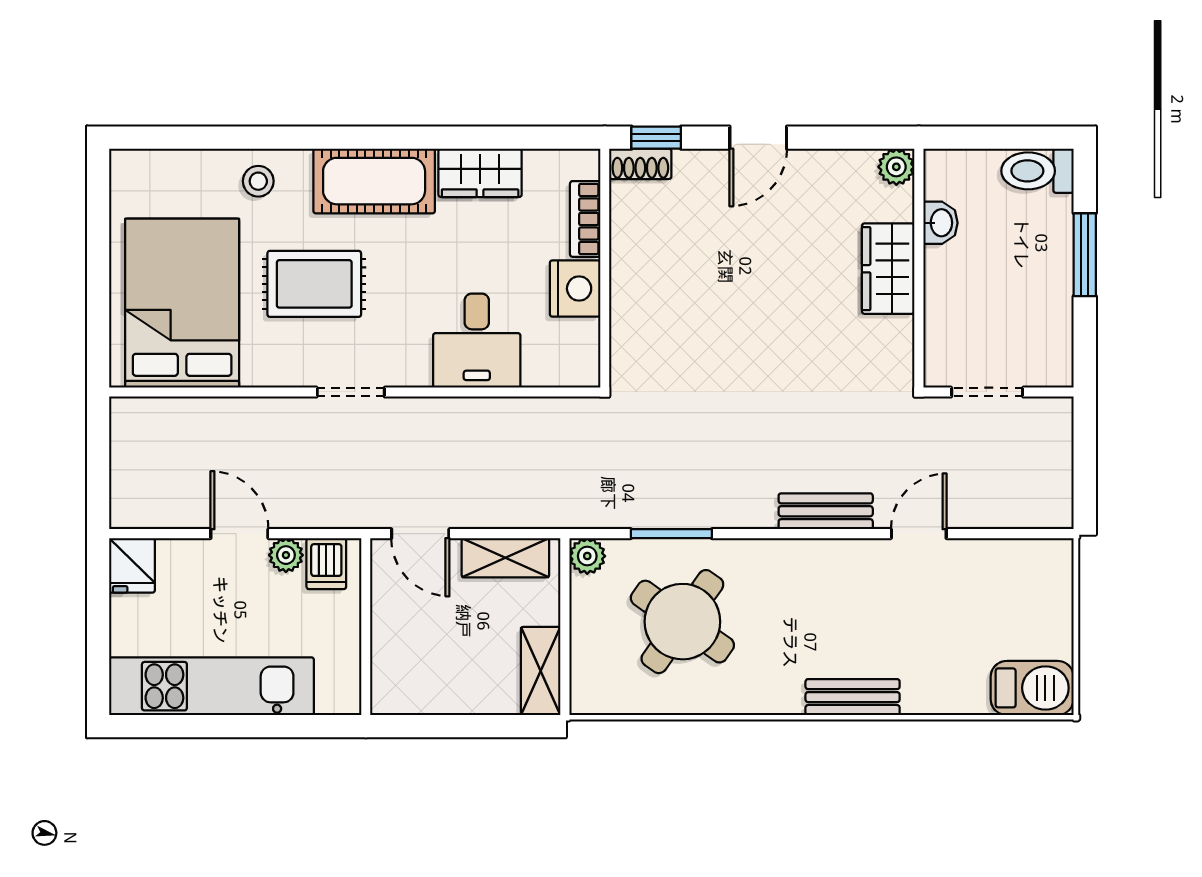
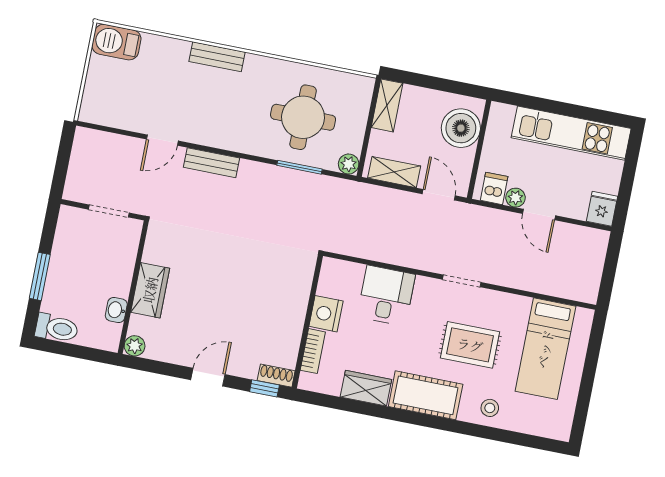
bed: (182, 303) -> (545, 349), width x0.67
round table: (682, 622) -> (303, 117), turned -35
boiler: (405, 657) -> (461, 128), added

